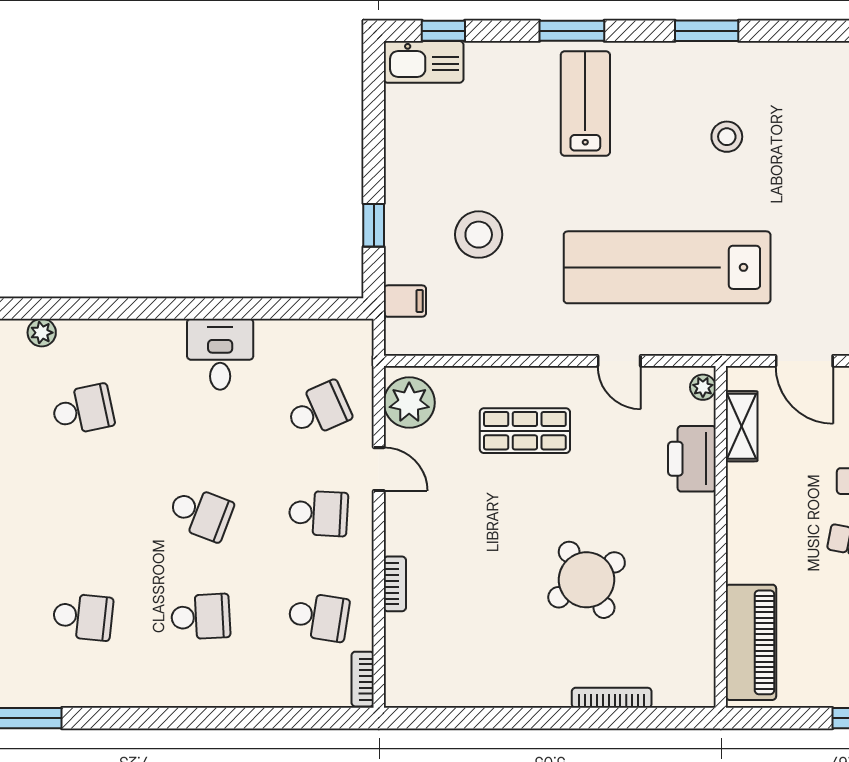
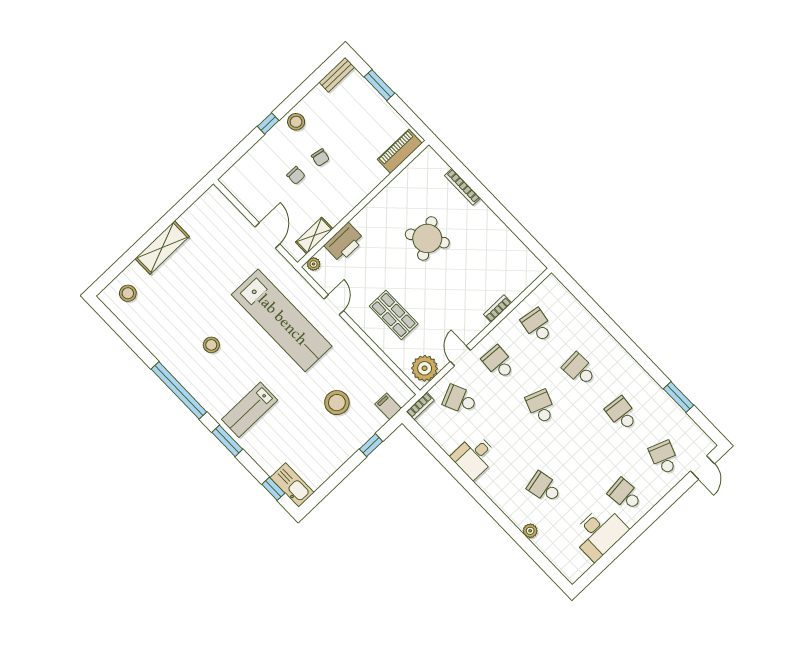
window: (707, 31) -> (179, 390), width x2.11
piano: (751, 642) -> (400, 151), width x0.73, depth x0.75
bookcase: (363, 679) -> (420, 406), moved

